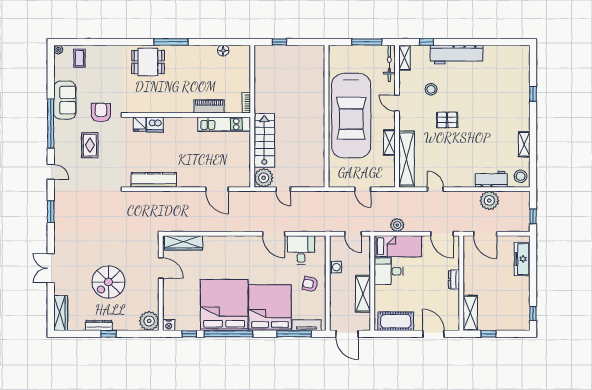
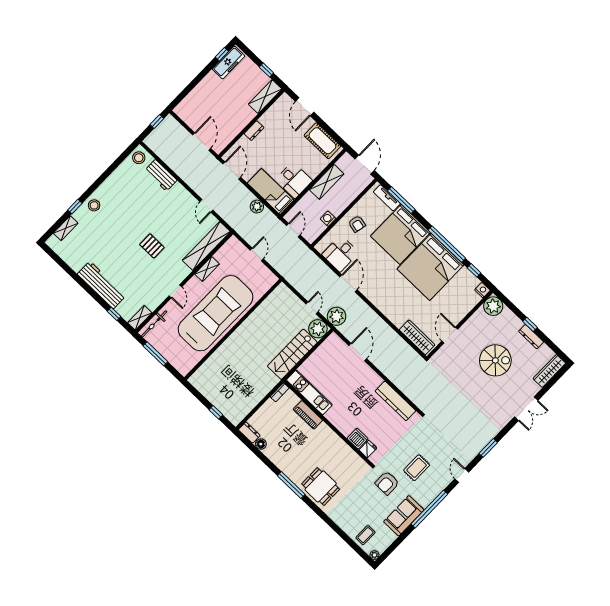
dresser: (240, 51) -> (249, 433), added
stool: (431, 89) -> (94, 205), moved
shelving: (524, 144) -> (66, 228), moved
plant: (489, 200) -> (337, 316), moved
freezer: (522, 259) -> (228, 63), moved

